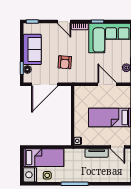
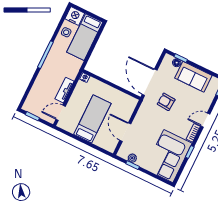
door: (45, 84) -> (150, 82), moved
door: (107, 84) -> (125, 132), swing flipped

